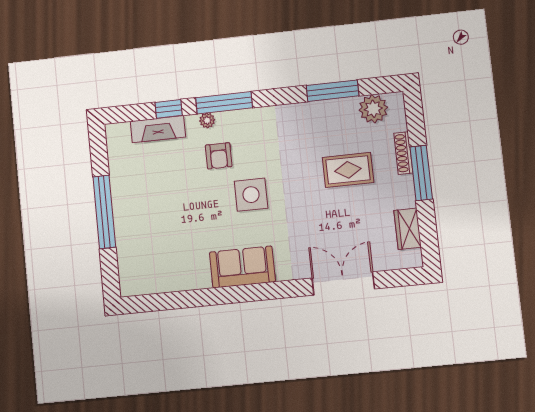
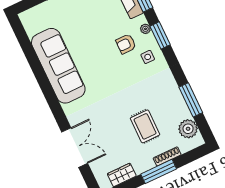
window: (224, 103) -> (160, 35), width x0.69
side table: (251, 195) -> (148, 57), moved, width x0.54, depth x0.54
sofa: (242, 267) -> (58, 66), width x1.85, depth x1.27

